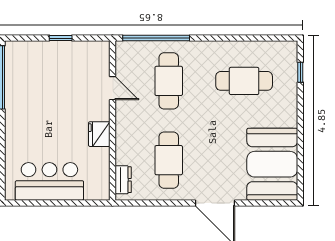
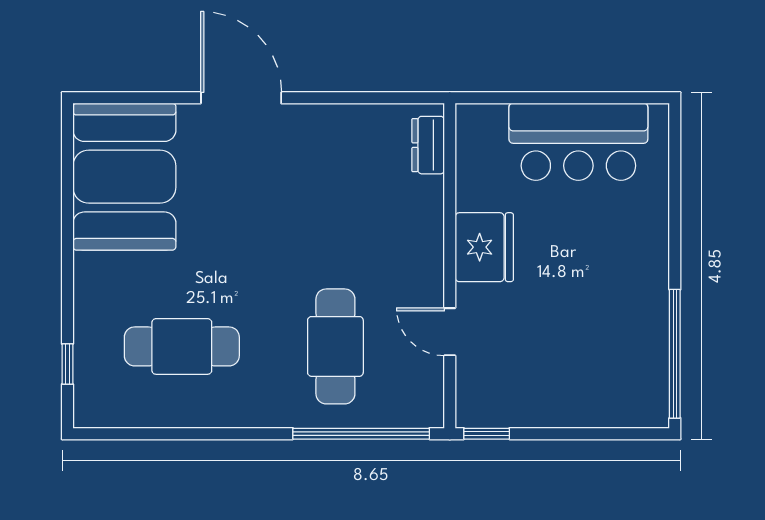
window: (61, 38) -> (487, 434), moved
fridge: (99, 134) -> (484, 247), width x1.36, depth x1.34
cafe table: (169, 160) -> (335, 185), removed

